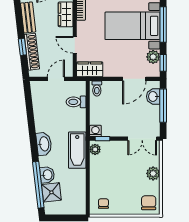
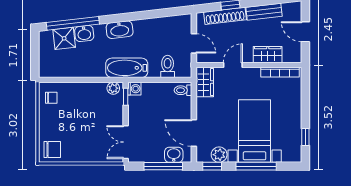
bathtub: (77, 150) -> (127, 68), moved
plant: (153, 173) -> (86, 155), removed

